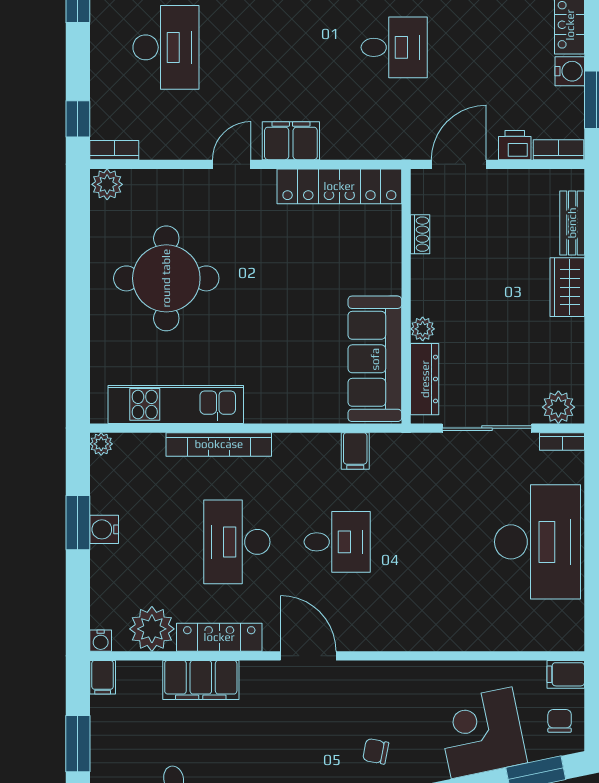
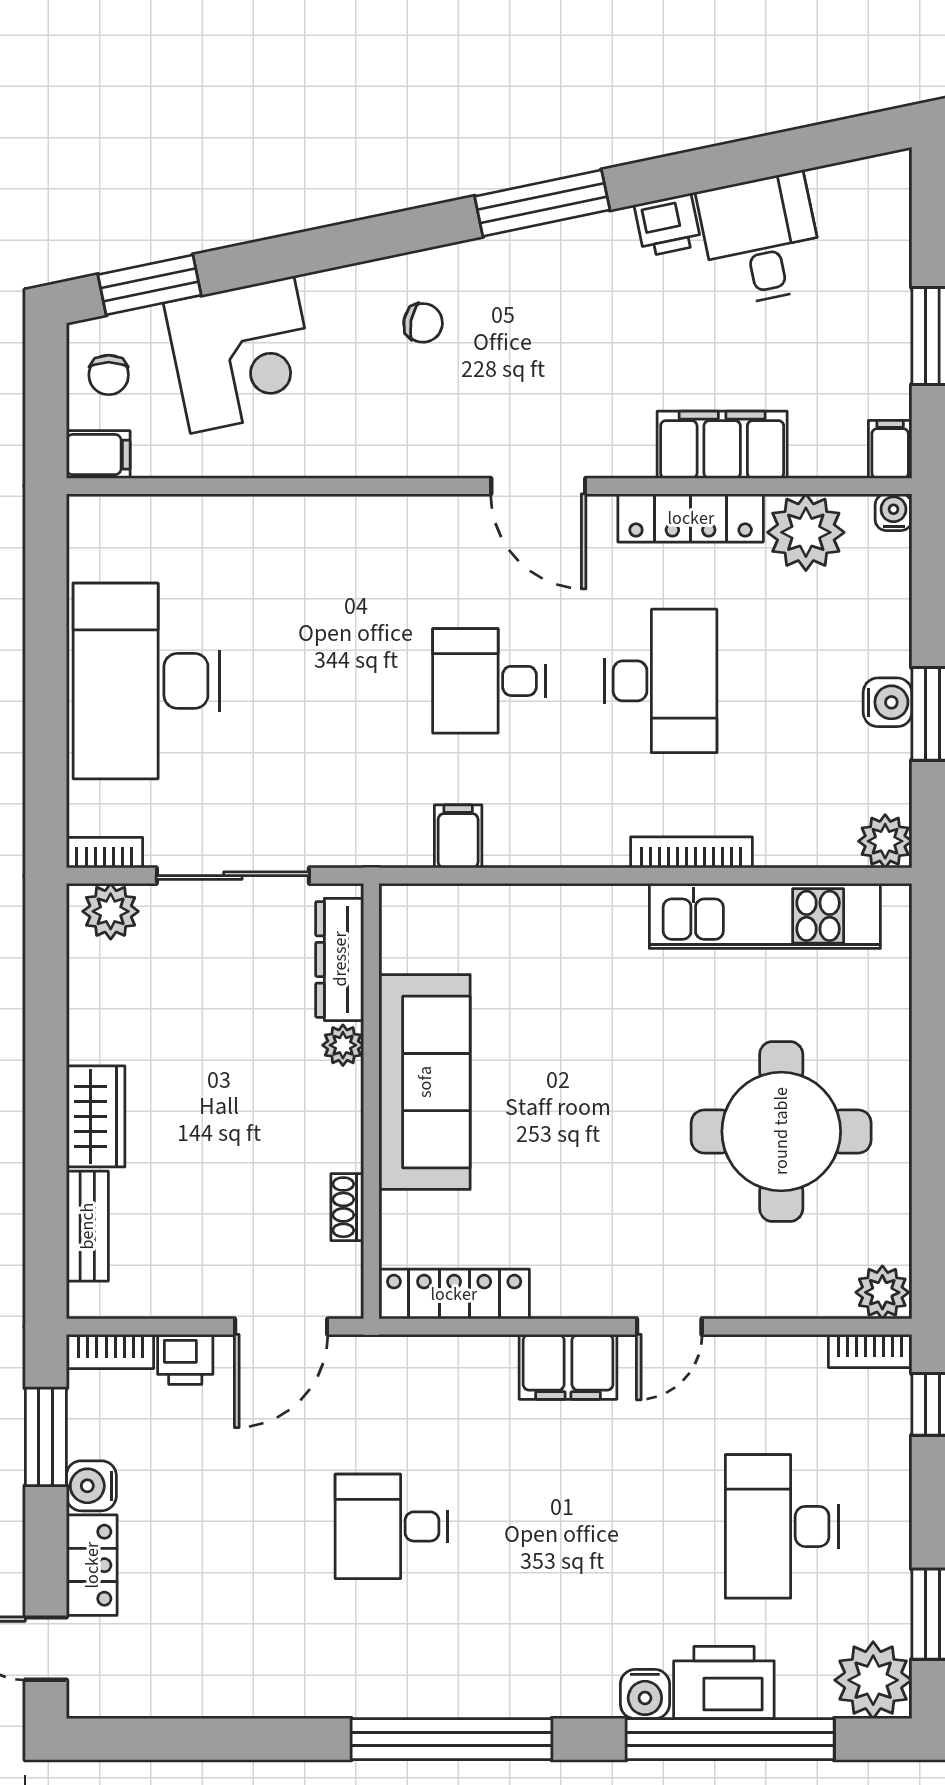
locker: (339, 186) -> (454, 1294), width x0.71, depth x0.83
sofa: (375, 359) -> (425, 1082), moved
plant: (101, 444) -> (885, 841), width x1.38, depth x1.38
bookcase: (219, 444) -> (691, 852), width x0.68, depth x0.76

